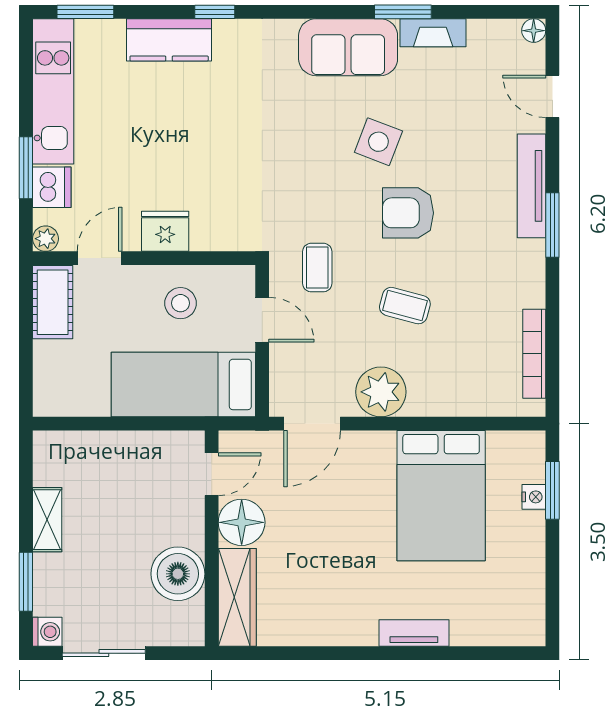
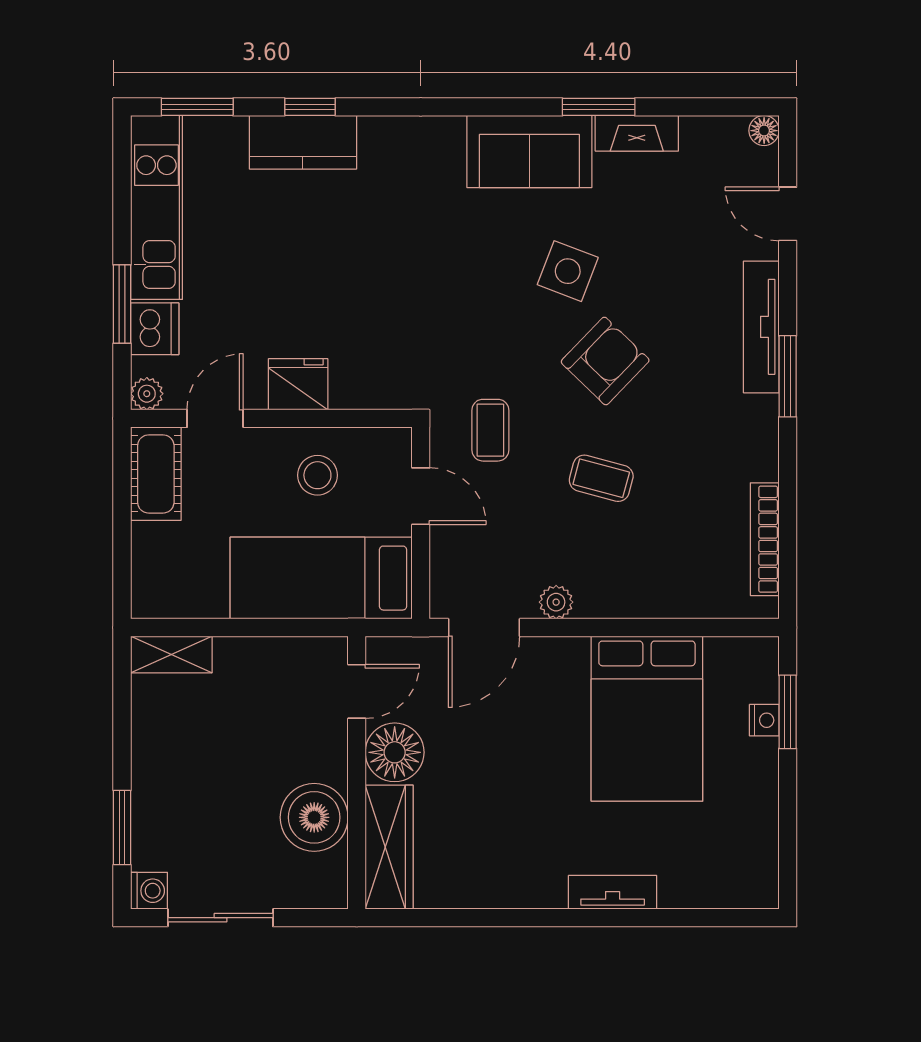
window: (215, 12) -> (310, 107), moved
armchair: (408, 213) -> (605, 361), turned 134
plant: (381, 392) -> (556, 602), width x0.53, depth x0.53
shelving: (47, 520) -> (171, 654), moved, turned 90

